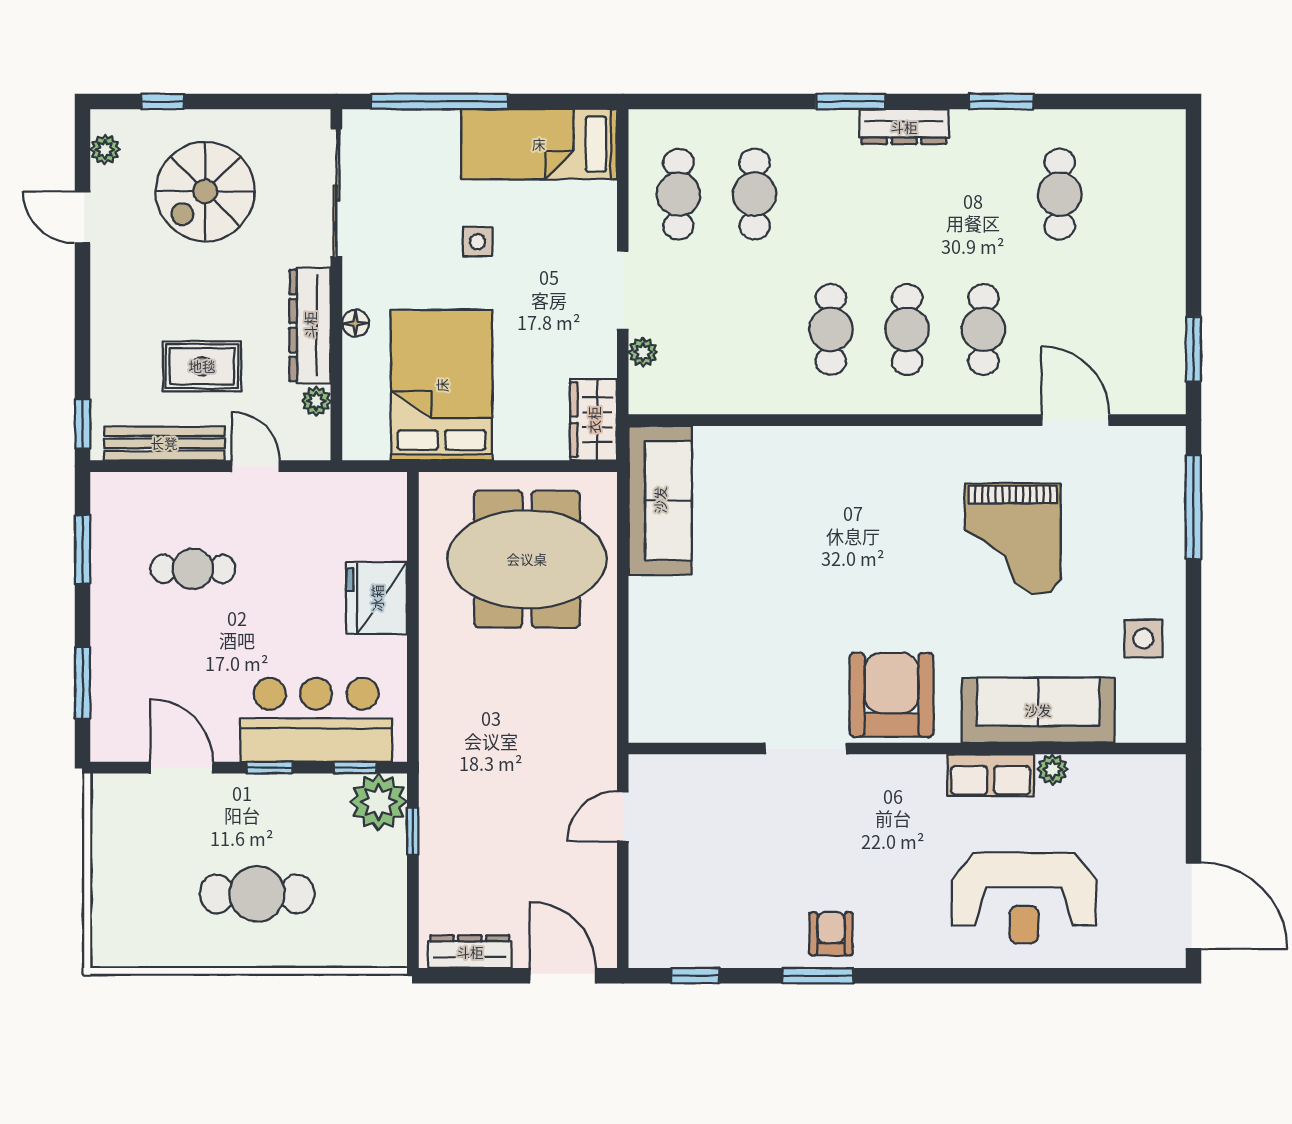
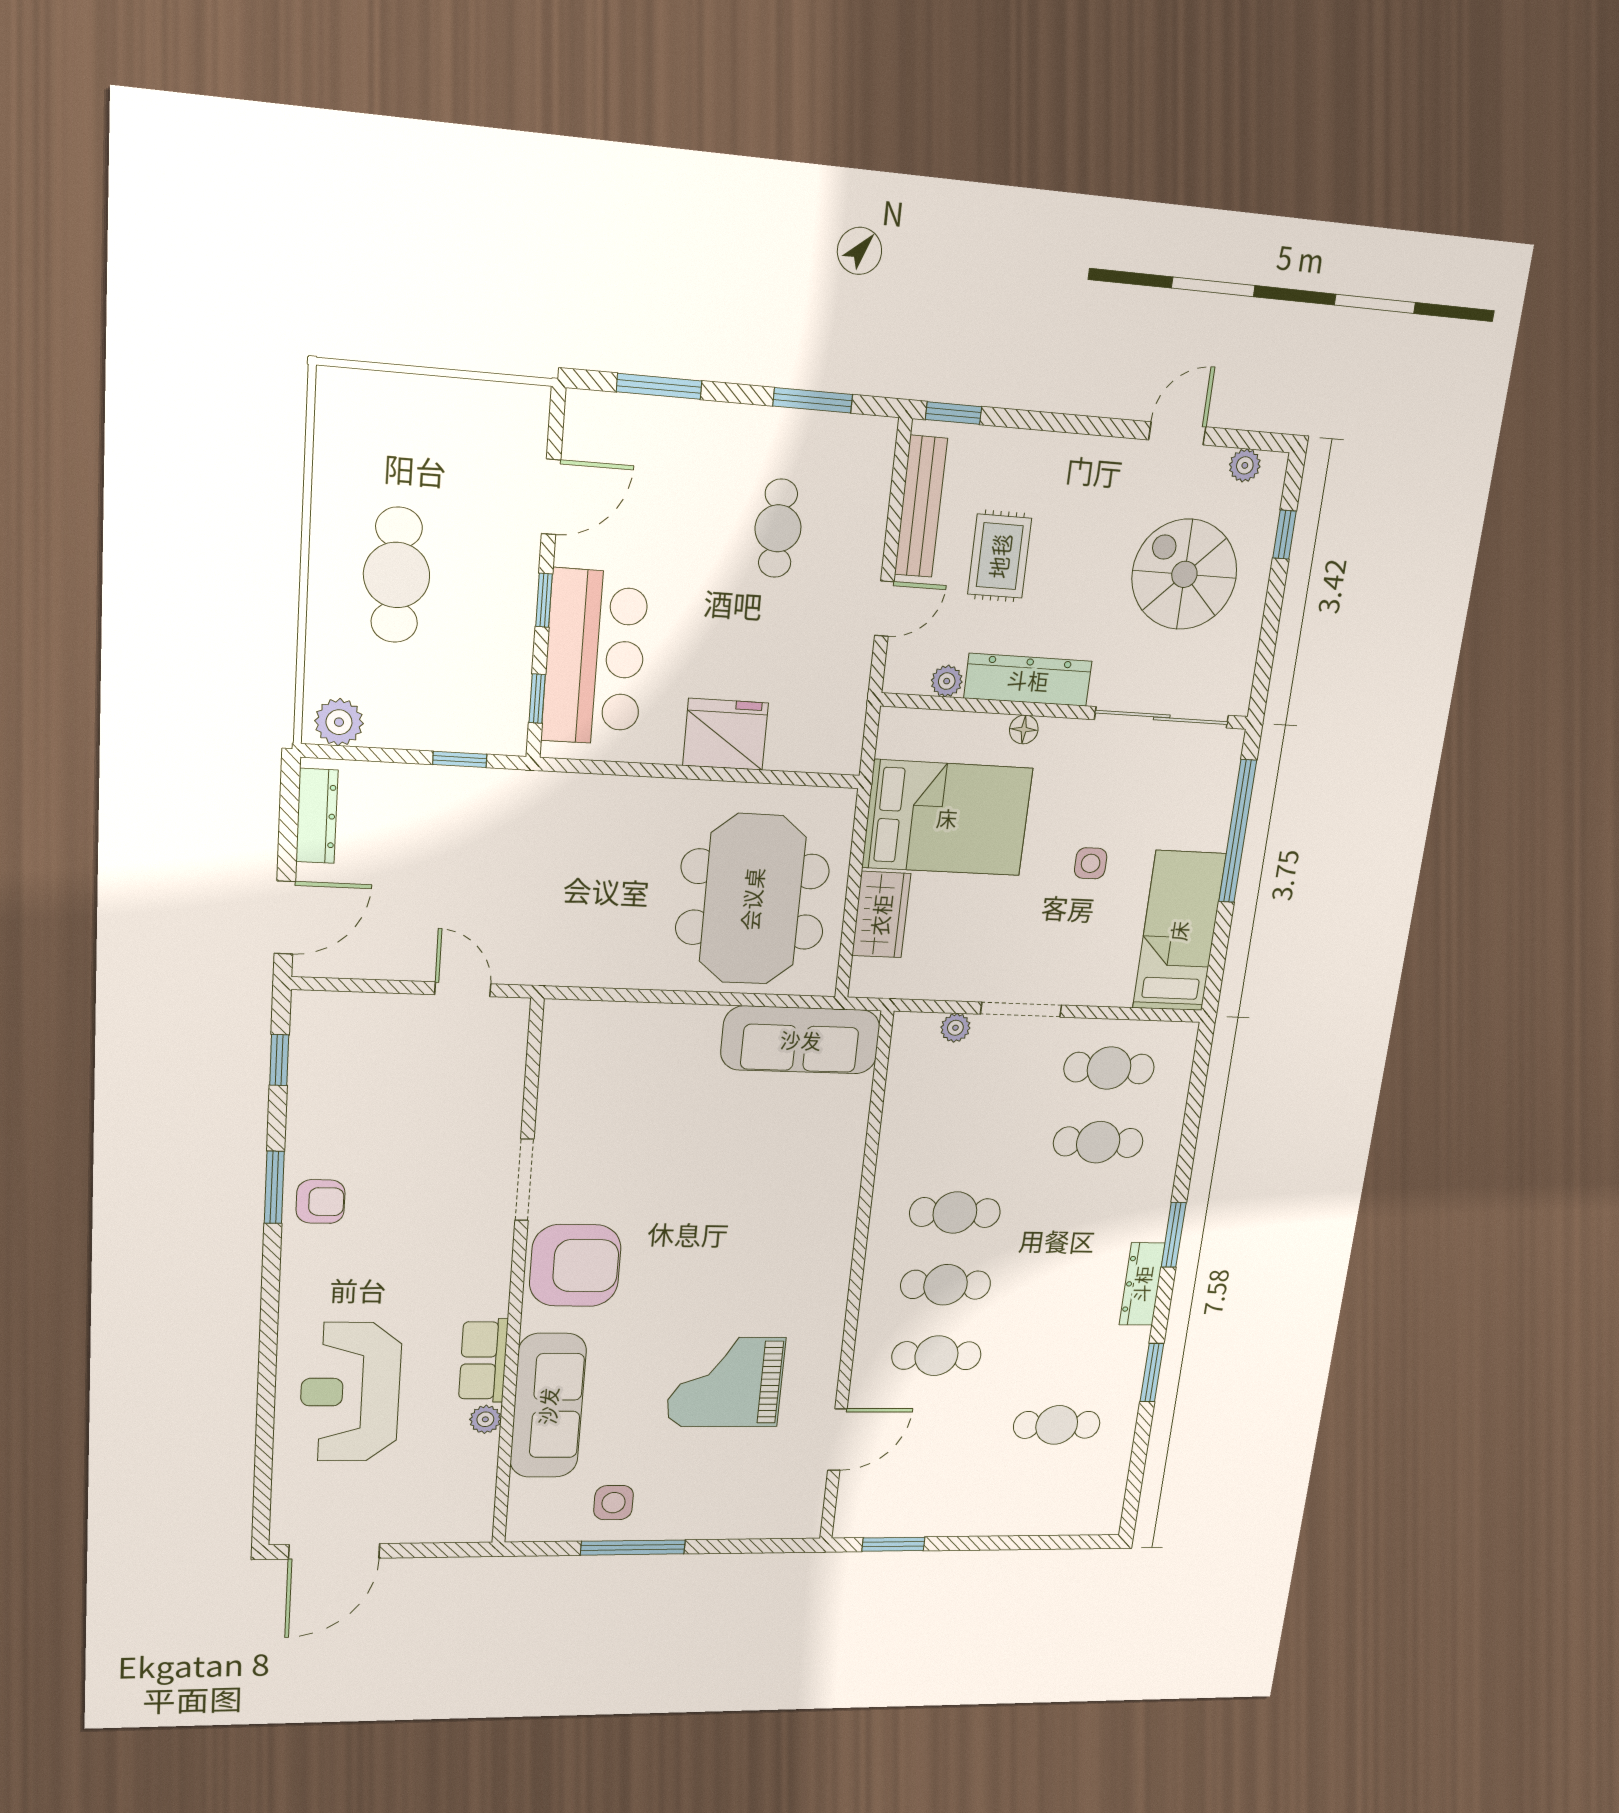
wardrobe: (594, 420) -> (881, 915), moved, turned 90
window: (1193, 507) -> (633, 1548), moved
plant: (379, 802) -> (339, 722), moved, width x0.73, depth x0.73

